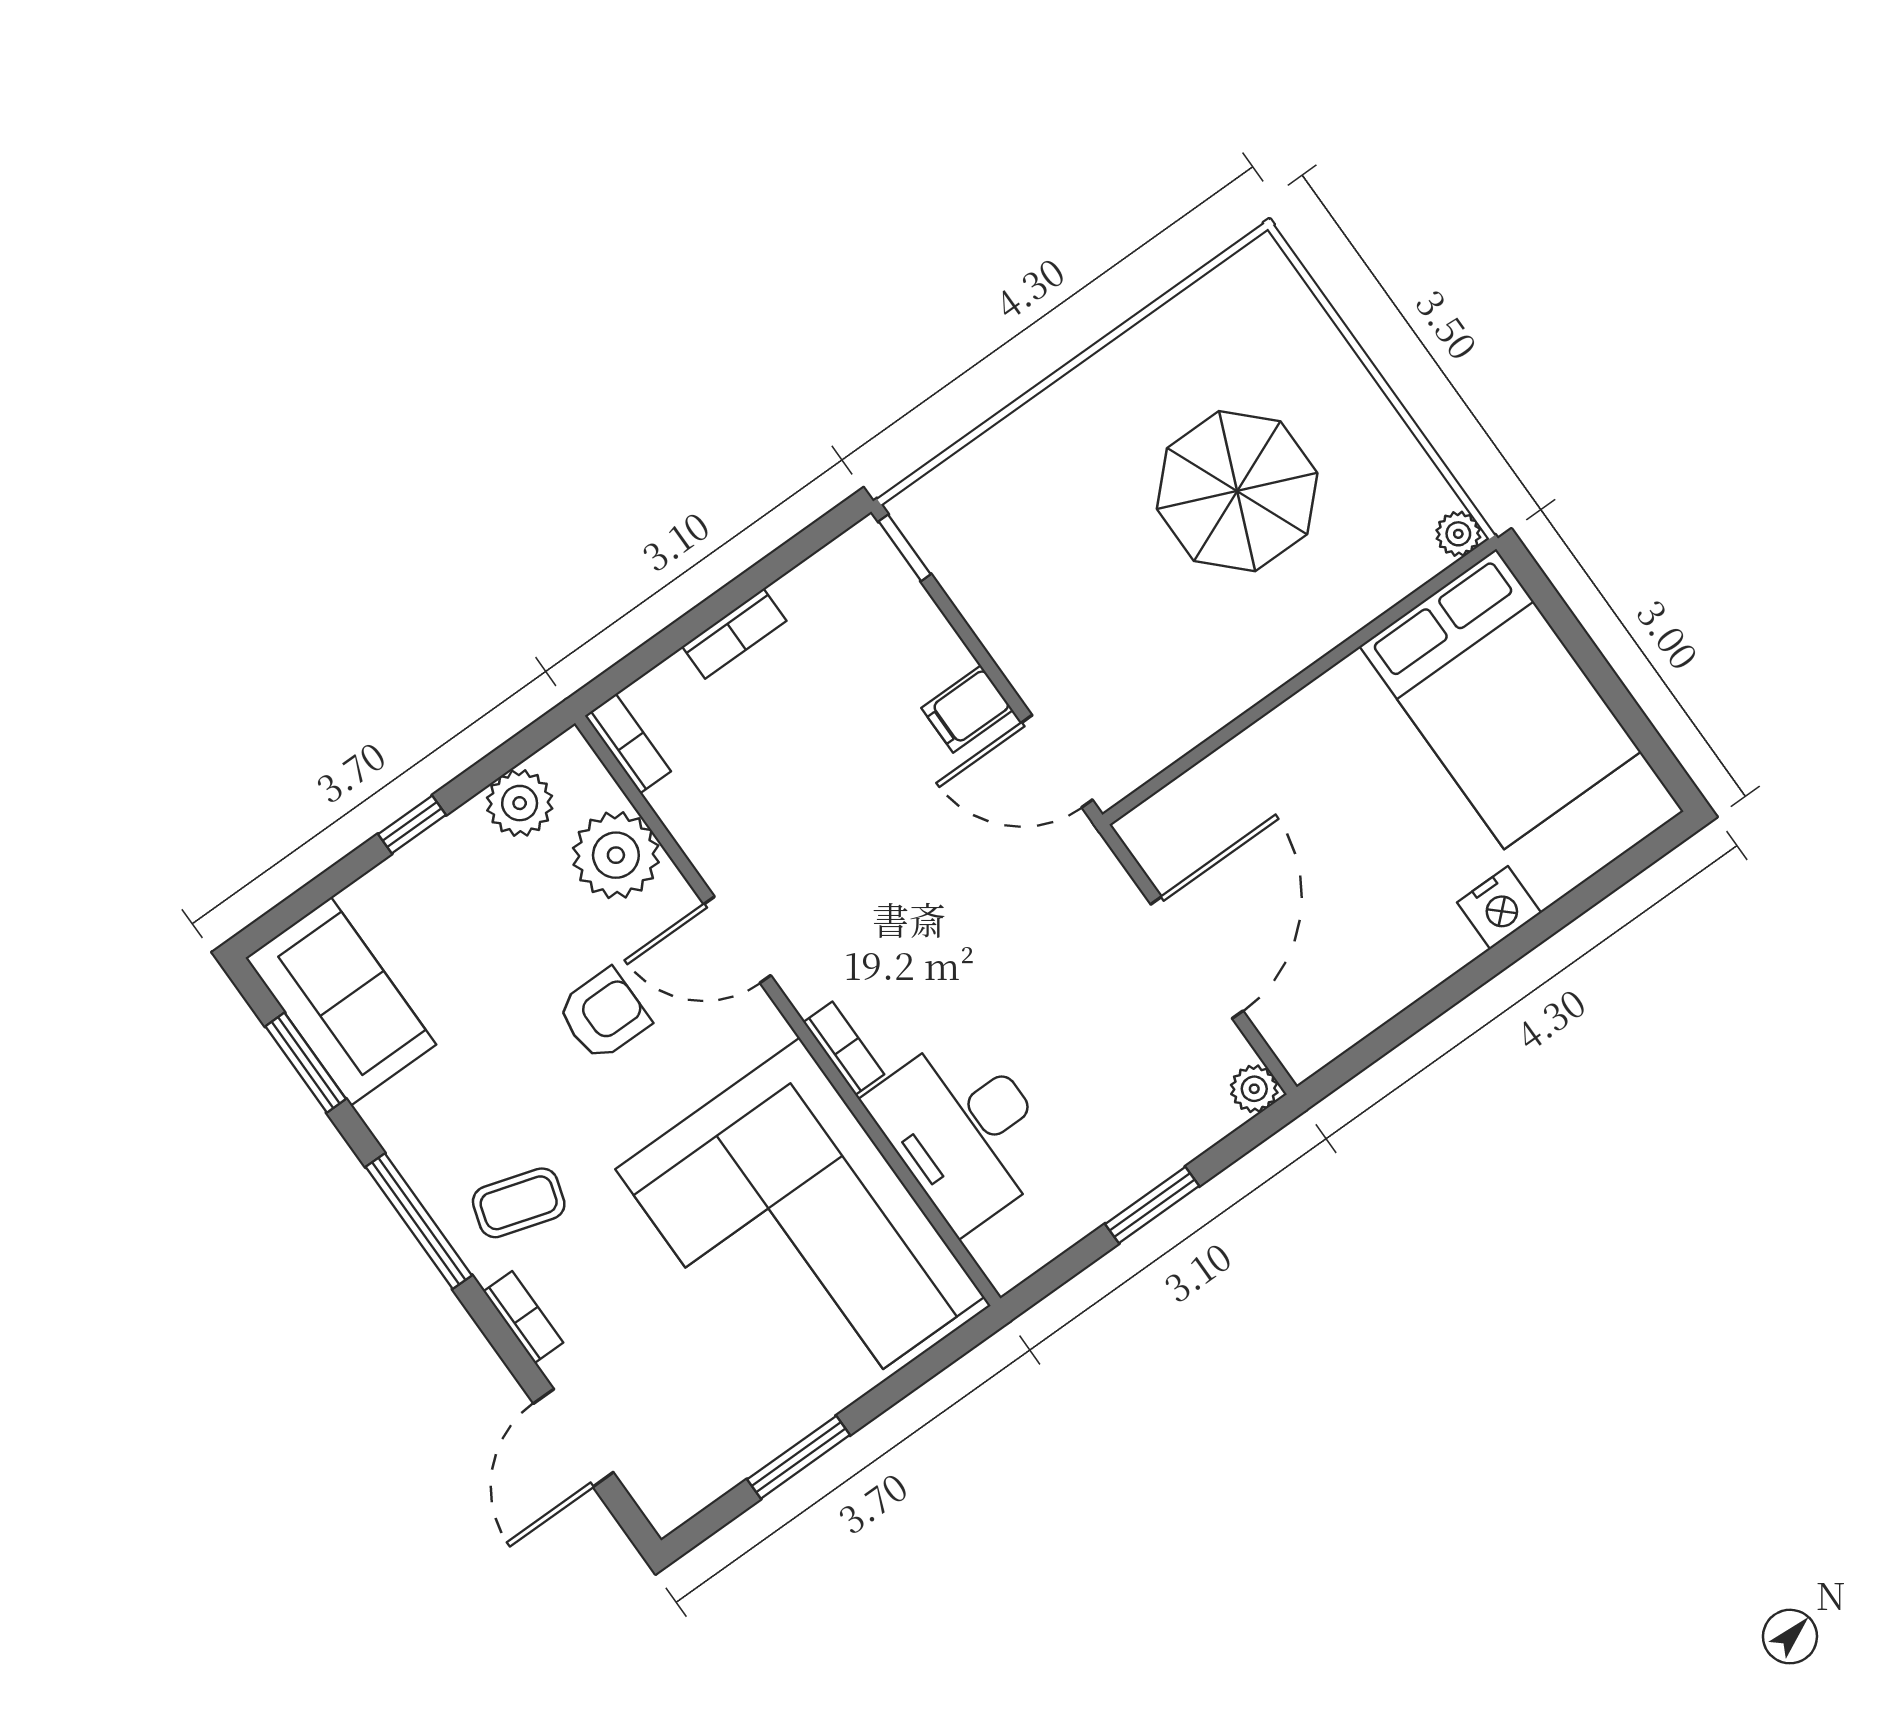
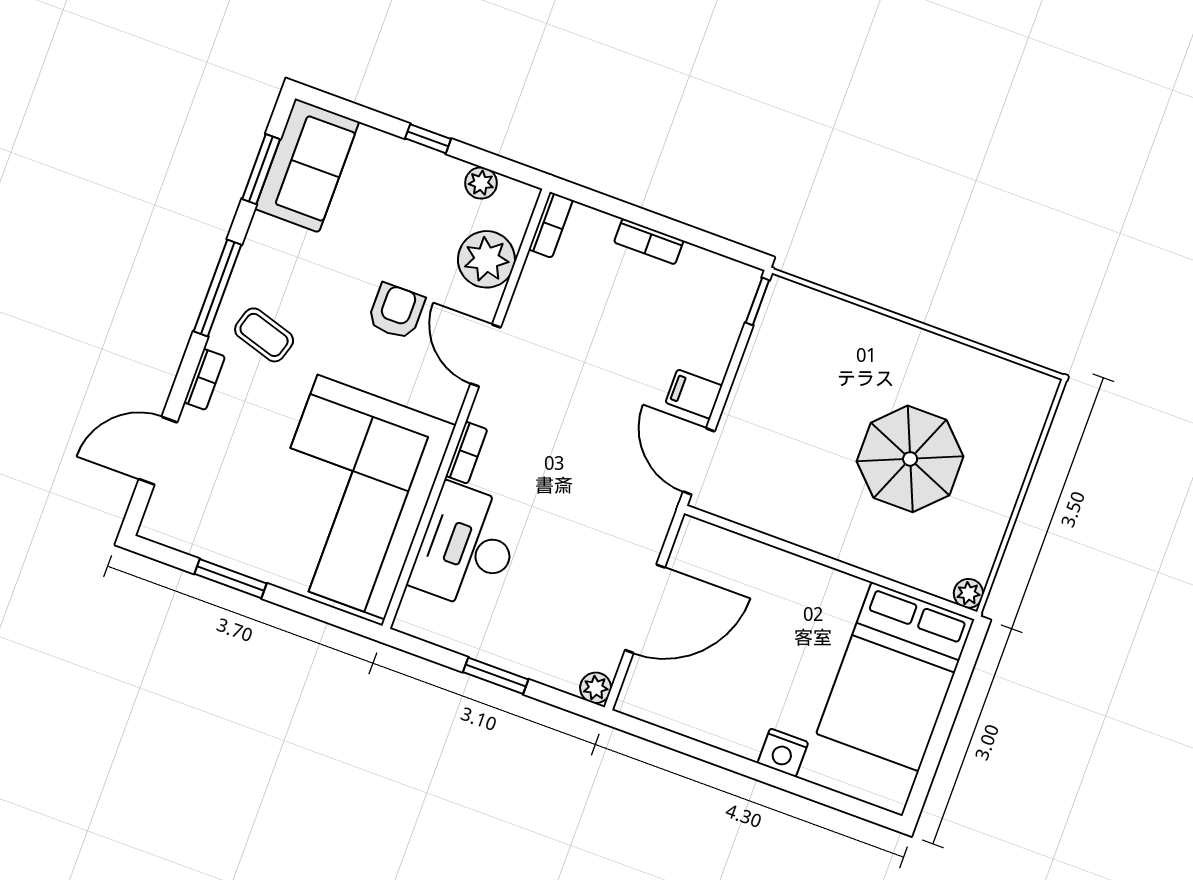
plant: (520, 803) -> (481, 183), width x0.73, depth x0.73
armchair: (604, 1015) -> (396, 311), turned -90

